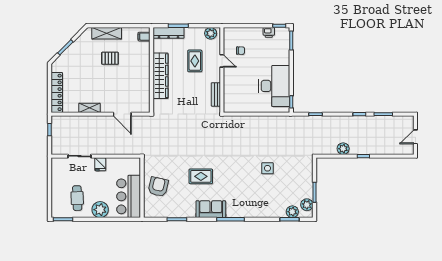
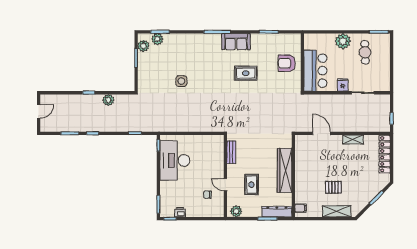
armchair: (158, 187) -> (287, 63), turned 77
bar counter: (129, 196) -> (315, 71), moved

